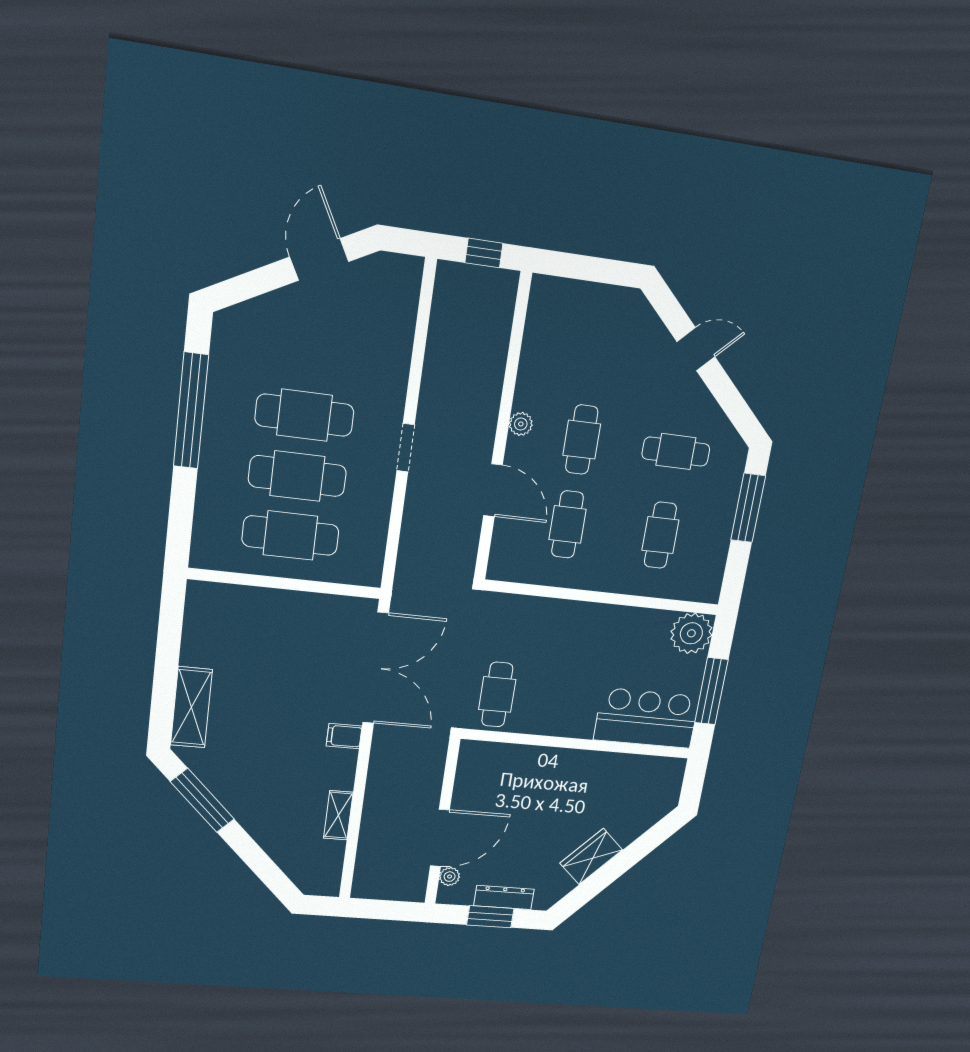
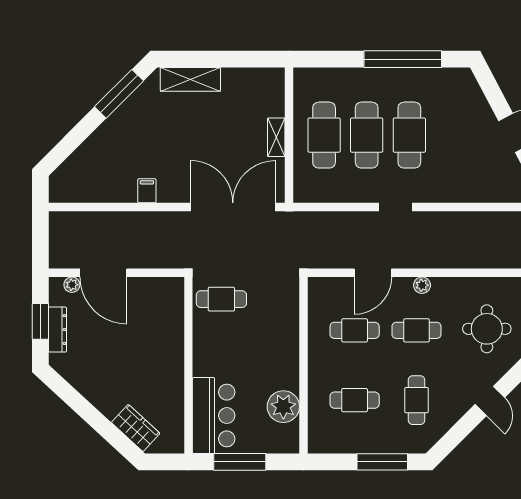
round table: (596, 340) -> (487, 329), added
plant: (691, 633) -> (283, 407), moved
double door: (376, 668) -> (233, 207), swing flipped
filing cabinet: (344, 736) -> (147, 191), moved
shelving: (338, 815) -> (276, 137), moved, turned 90
wardrobe: (591, 857) -> (136, 428), moved

